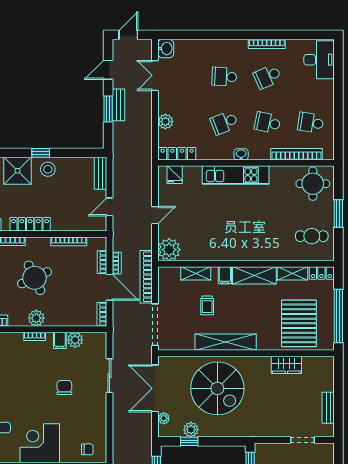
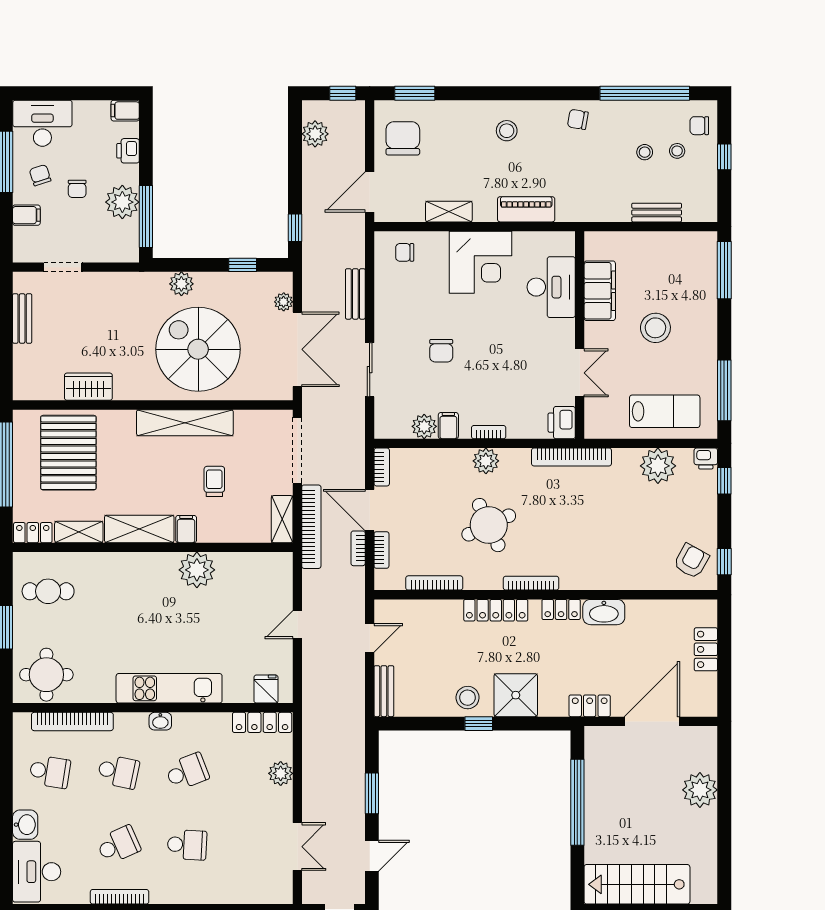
washbasin: (166, 49) -> (25, 825), moved, turned 180
bench: (118, 105) -> (355, 294), moved
plant: (169, 250) -> (197, 570), moved
shelving: (196, 273) -> (282, 519), moved, turned 90
plant: (191, 430) -> (181, 284), moved

